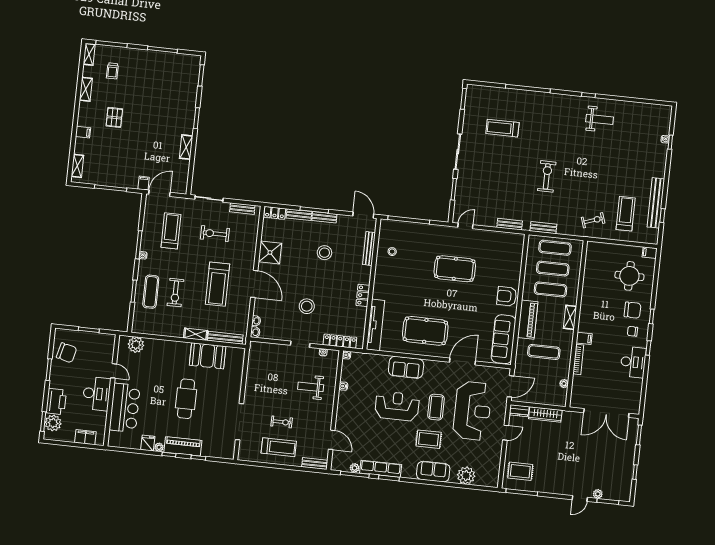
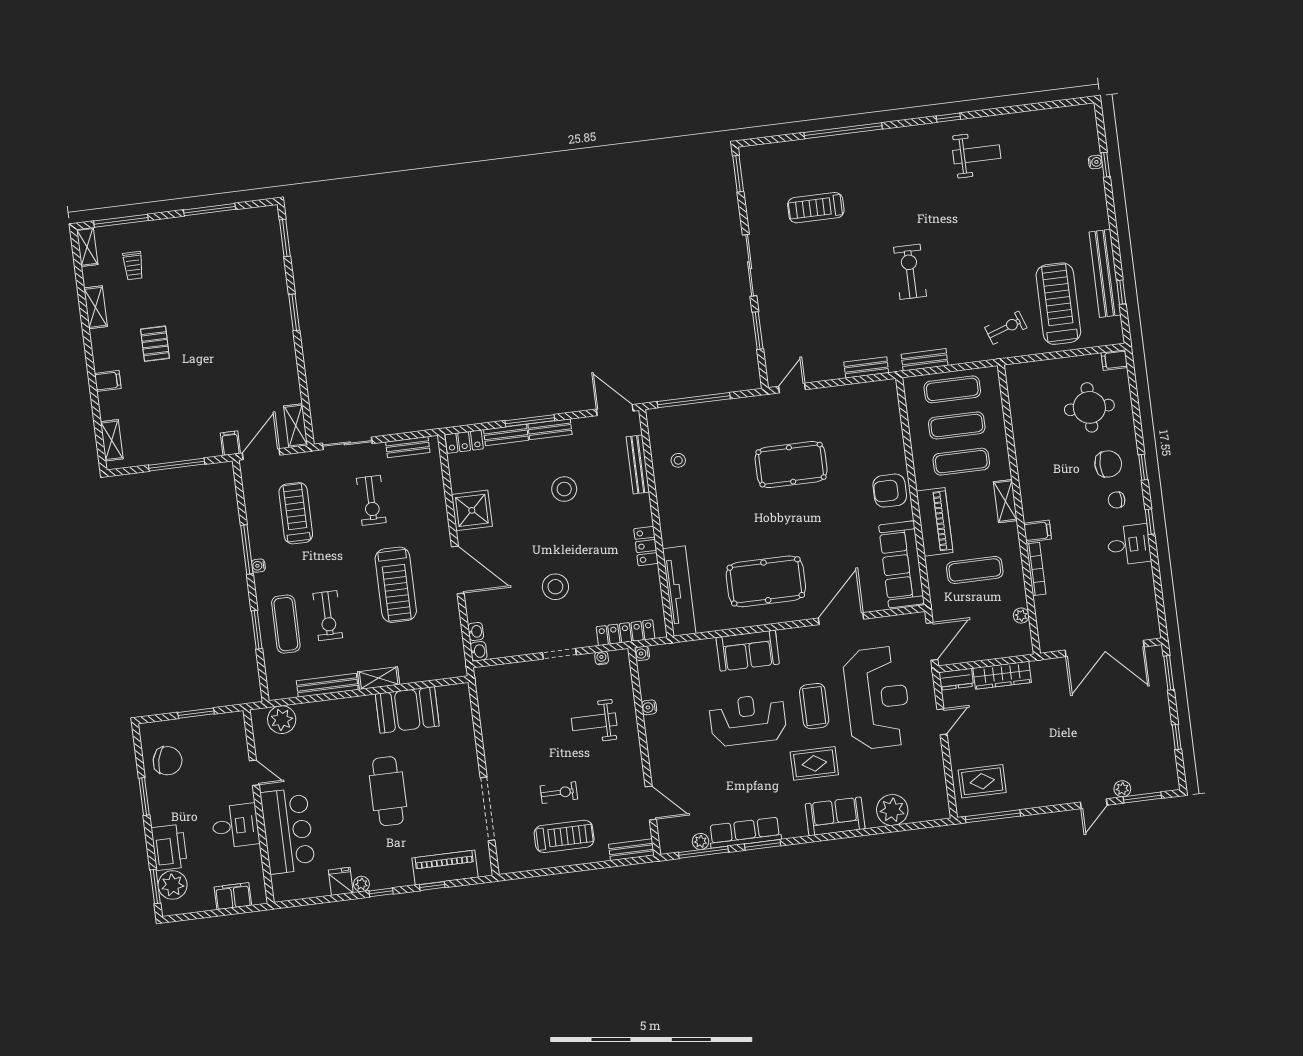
shelving: (186, 147) -> (296, 426), moved
treadmill: (626, 214) -> (1058, 304), width x1.37, depth x1.38
exercise bike: (215, 234) -> (371, 500), turned -90
bench: (225, 338) -> (327, 685), moved
desk: (633, 362) -> (1129, 545), width x0.73
desk: (97, 394) -> (235, 826), width x0.73
piano: (183, 446) -> (445, 868), moved

